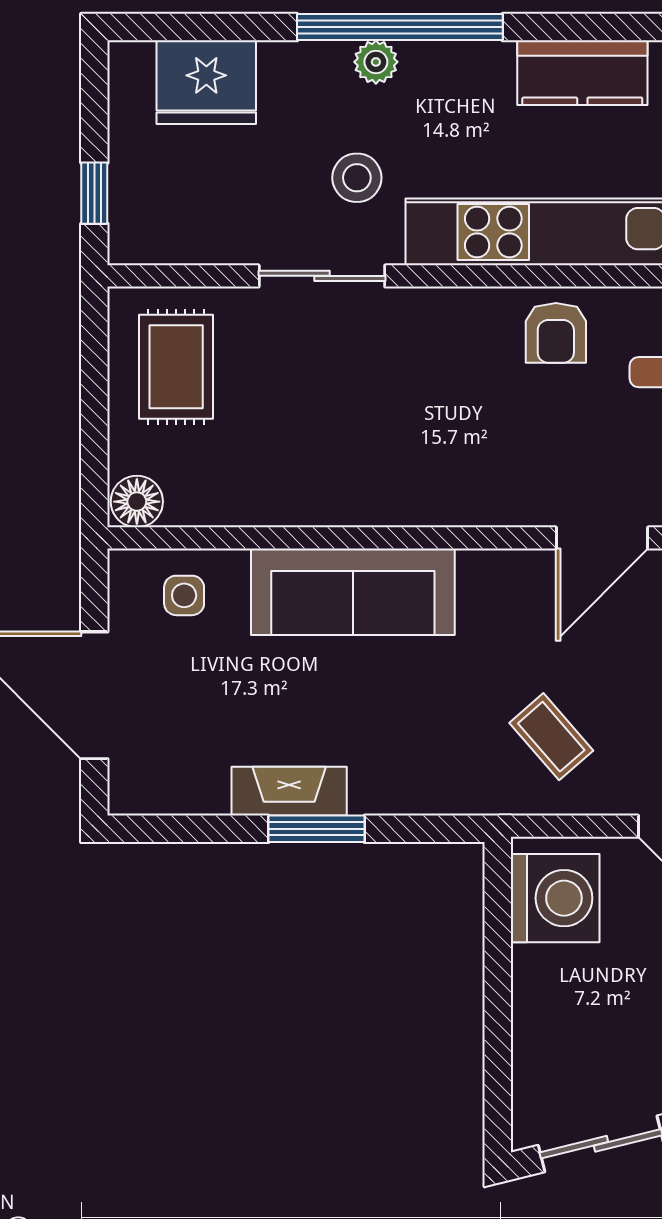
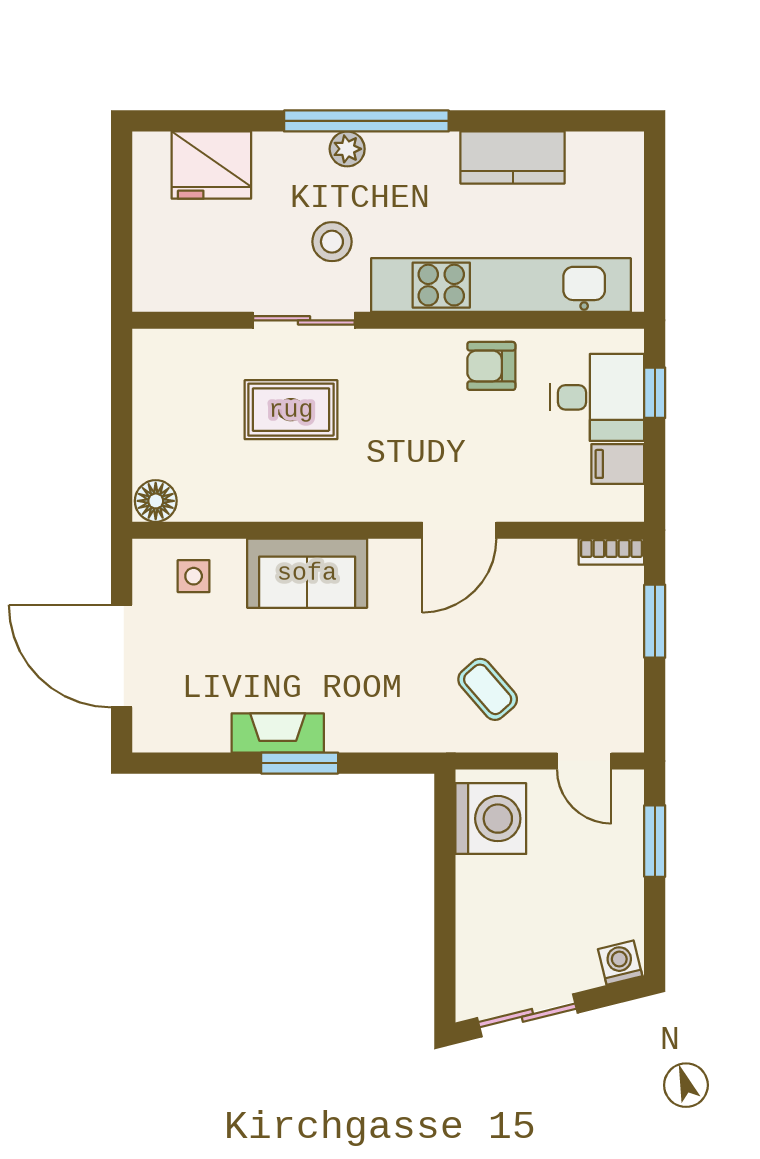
window: (94, 193) -> (122, 254), removed
armchair: (556, 333) -> (491, 366), turned 90
rug: (176, 367) -> (291, 410), moved, turned 90
door: (602, 538) -> (459, 530), moved
sofa: (353, 592) -> (307, 573), width x0.73

